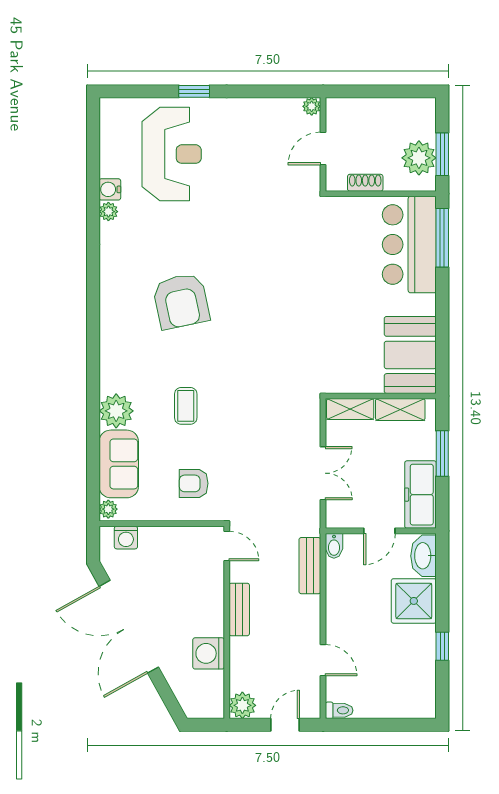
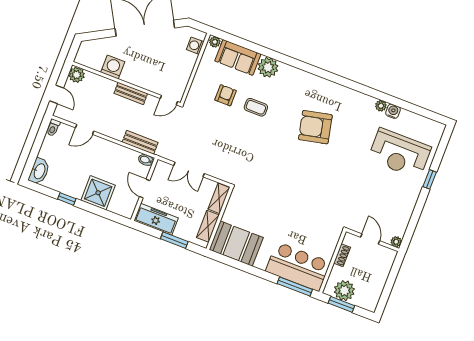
armchair: (194, 483) -> (226, 95), moved
washbasin: (423, 556) -> (39, 171), moved, turned 90

